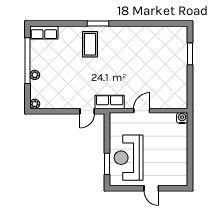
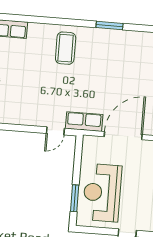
window: (98, 23) -> (110, 25), moved
door: (142, 111) -> (123, 136), width x1.87

